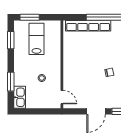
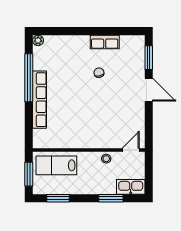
wall: (62, 64) -> (89, 150), moved
door: (62, 97) -> (131, 150), moved

